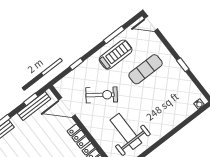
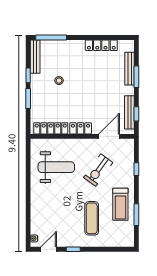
door: (151, 24) -> (49, 249), moved

